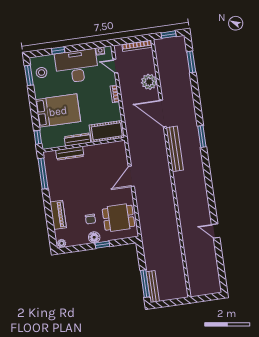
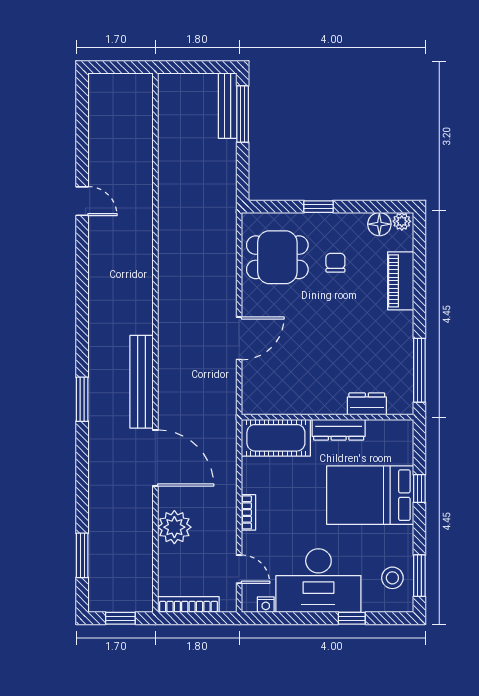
window: (38, 137) -> (419, 489), moved
dresser: (70, 153) -> (367, 404), width x0.70
floor lamp: (94, 237) -> (379, 224), moved

